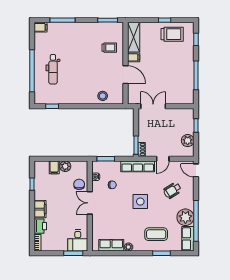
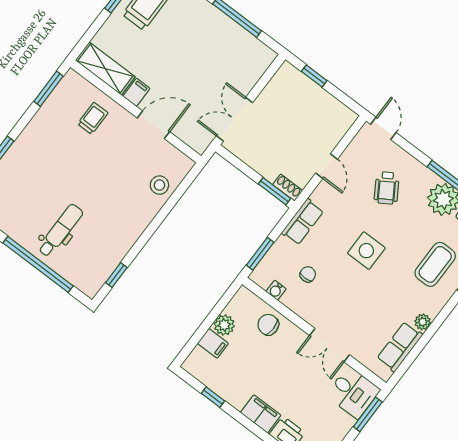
dental chair: (53, 69) -> (60, 230), turned -90
plant: (188, 141) -> (328, 106), removed
row of seats: (138, 166) -> (303, 222), width x0.68
door: (196, 170) -> (383, 128), swing flipped
double door: (90, 203) -> (329, 345), moved

